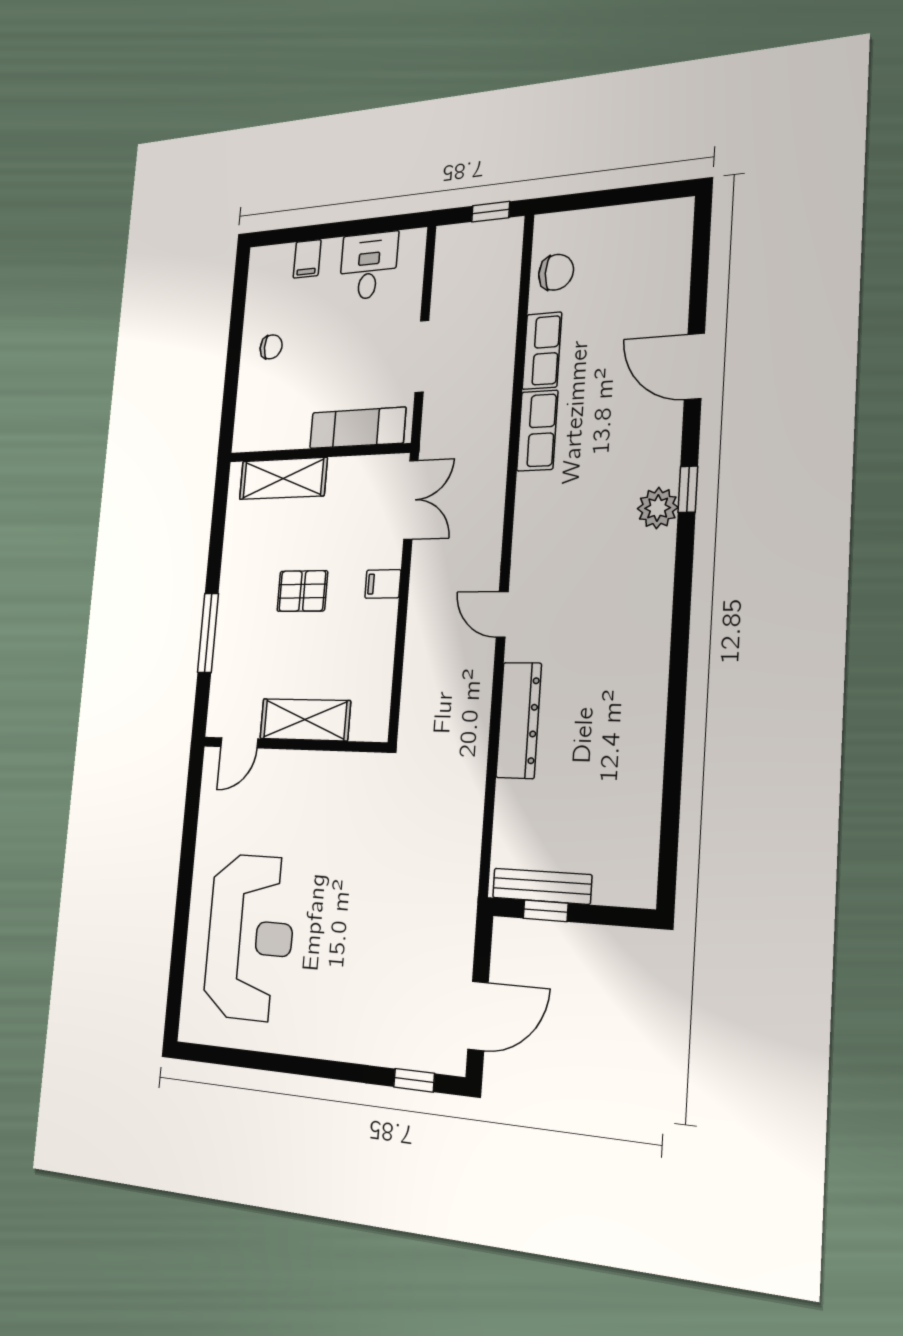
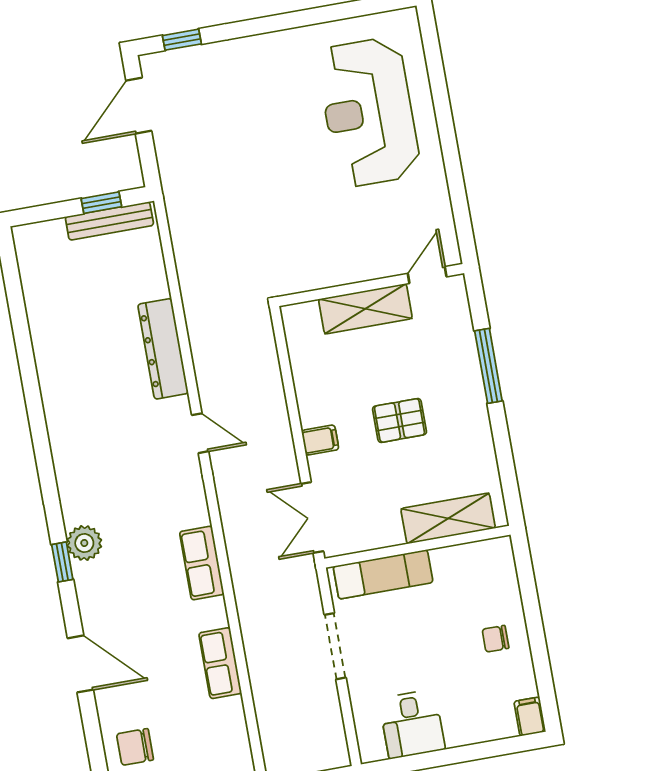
filing cabinet: (307, 259) -> (530, 716), moved
chair: (556, 272) -> (135, 747), moved
row of seats: (537, 431) -> (202, 563), moved

